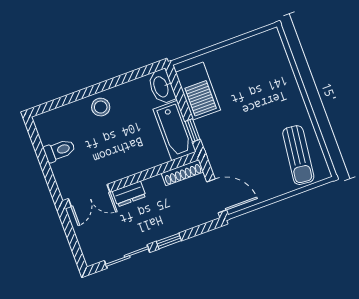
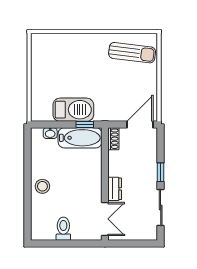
washbasin: (161, 87) -> (50, 133), width x0.52, depth x0.69
barbecue: (198, 91) -> (73, 110), moved
shoe rack: (182, 173) -> (113, 139), width x0.70

